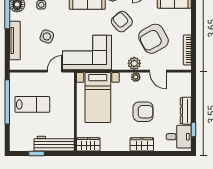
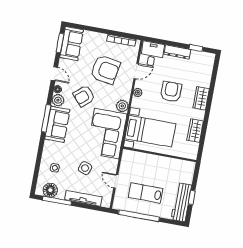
armchair: (153, 39) -> (105, 70), turned -52
plant: (134, 63) -> (122, 106), moved
door: (55, 71) -> (116, 181), moved
lab bench: (32, 104) -> (146, 193), turned -90
desk: (179, 137) -> (152, 54), moved
workbench: (54, 144) -> (181, 202), moved
wardrobe: (88, 144) -> (195, 131), moved

